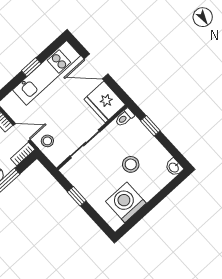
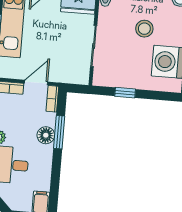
stool: (47, 141) -> (62, 71), removed

